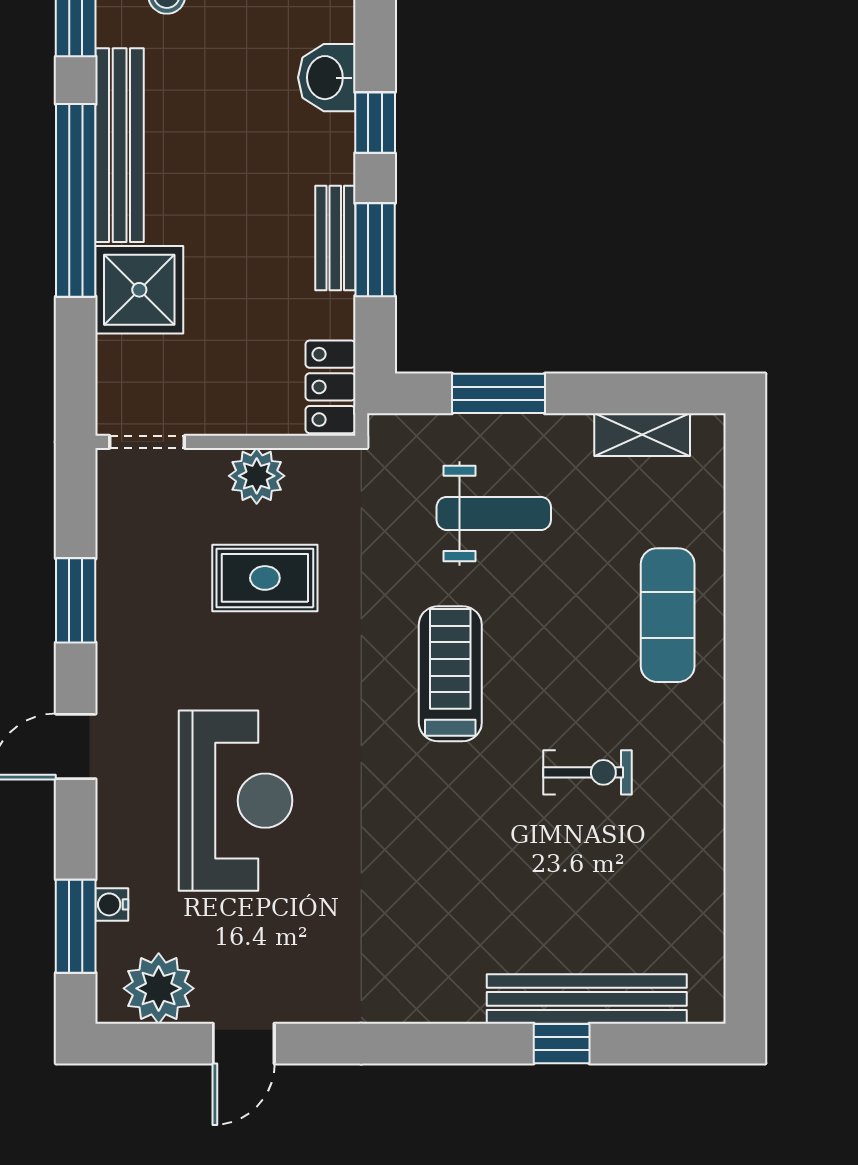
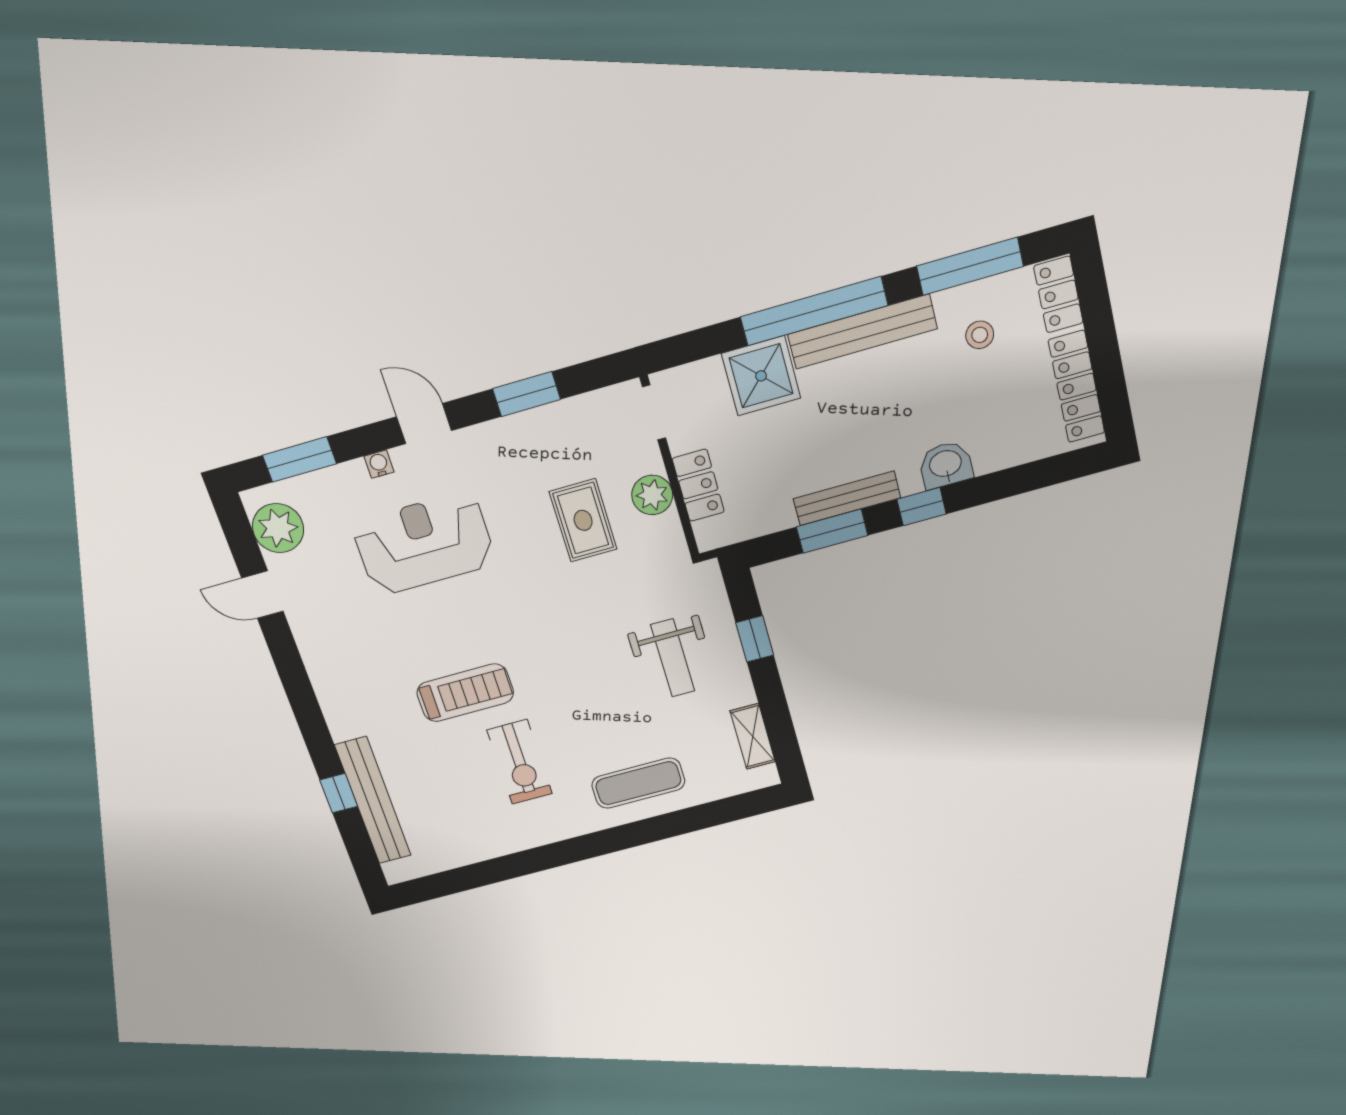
bench: (335, 238) -> (847, 498), width x1.36
locker: (330, 387) -> (698, 485), moved, turned 90
window: (498, 393) -> (755, 639), width x0.67
treadmill: (450, 674) -> (465, 693), moved
exercise bike: (587, 772) -> (520, 762), width x1.38, depth x1.39
reception desk: (236, 801) -> (424, 543), turned 180
water cooler: (112, 904) -> (379, 464), moved

